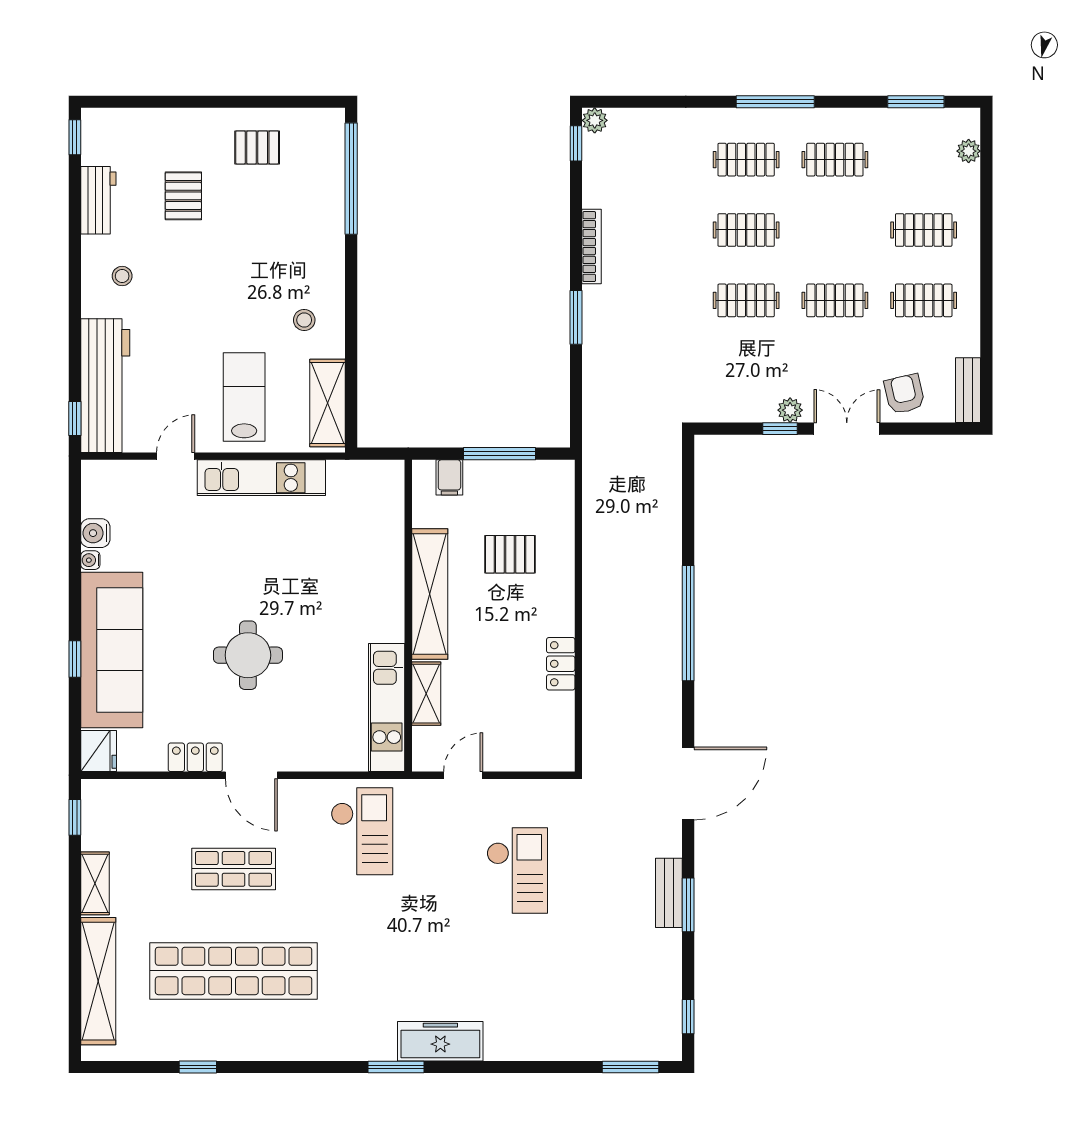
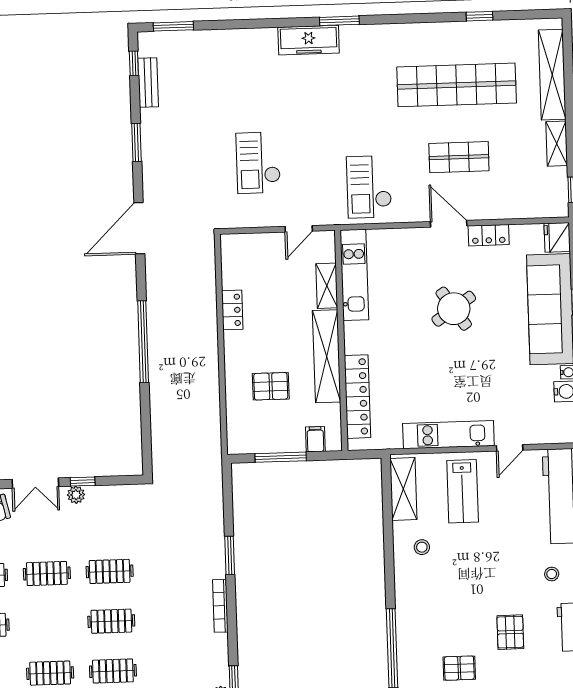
locker: (388, 536) -> (357, 397), added
round table: (248, 655) -> (454, 309), turned -34
bench: (669, 893) -> (148, 82), moved

